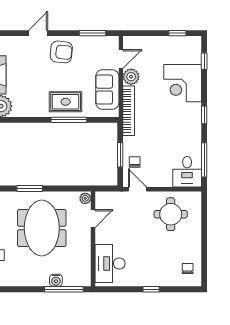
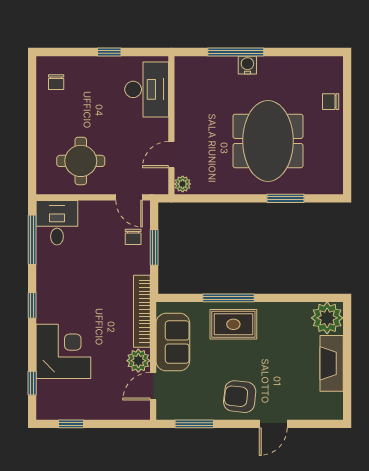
plant: (85, 198) -> (183, 184), moved
door: (93, 219) -> (171, 155), moved
wall: (93, 239) -> (171, 125), moved
desk: (110, 264) -> (147, 89), moved

